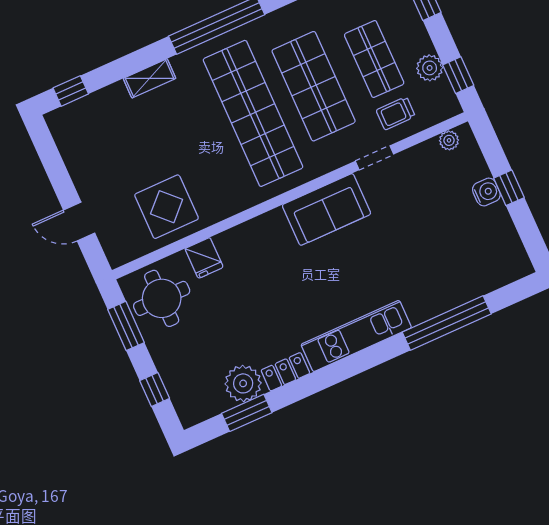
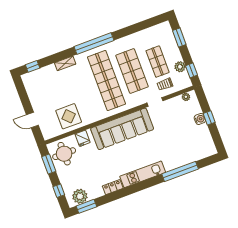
sofa: (327, 209) -> (122, 129), width x1.85, depth x1.27
plant: (243, 383) -> (80, 196), moved
window: (247, 413) -> (86, 206), moved

